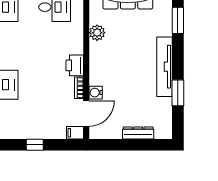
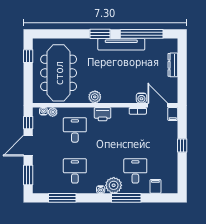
window: (178, 20) -> (100, 34), moved
printer: (75, 65) -> (103, 114), moved
window: (178, 93) -> (142, 34), width x2.11

